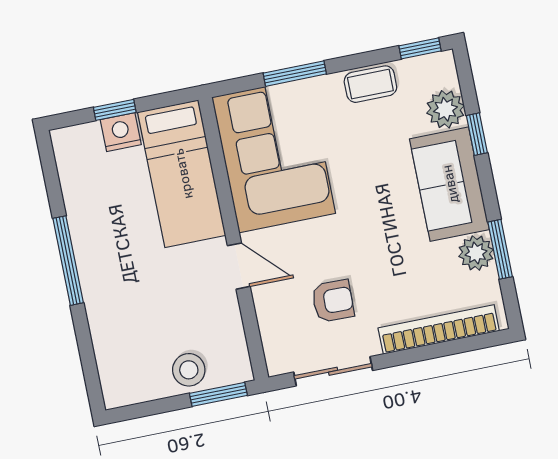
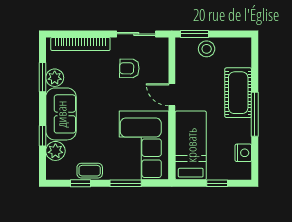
window: (420, 48) -> (81, 183), moved
nightstand: (121, 132) -> (243, 153), moved, turned -90
cot: (109, 296) -> (238, 93), added

